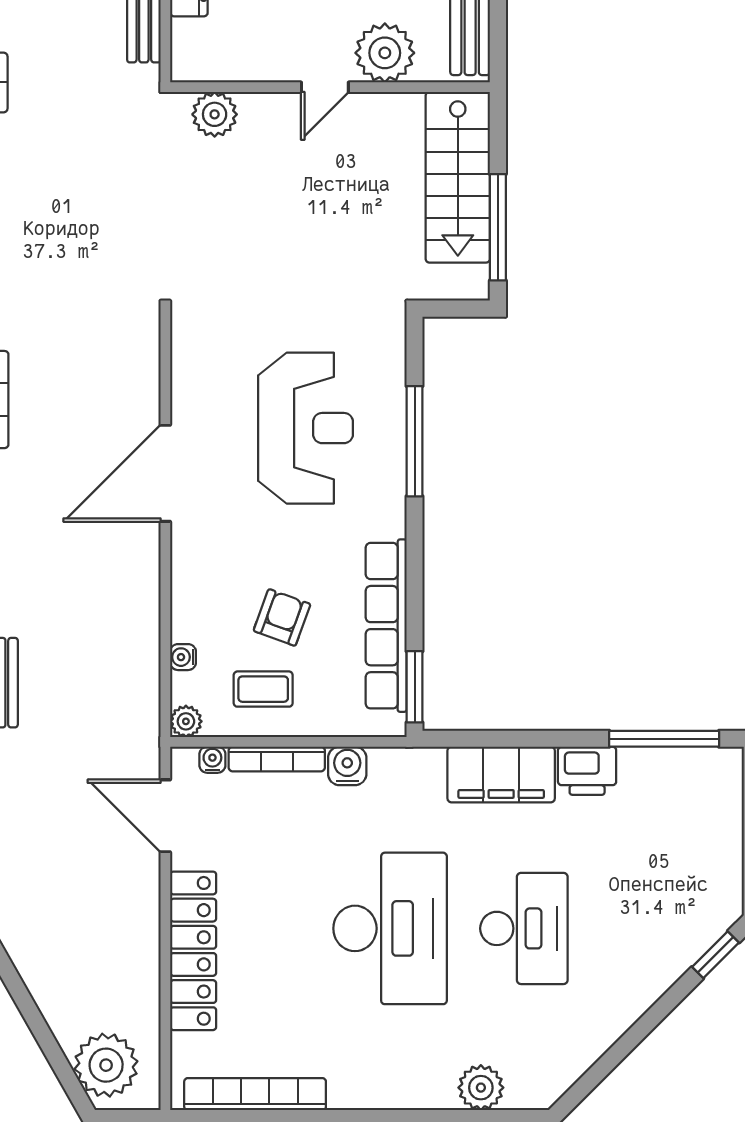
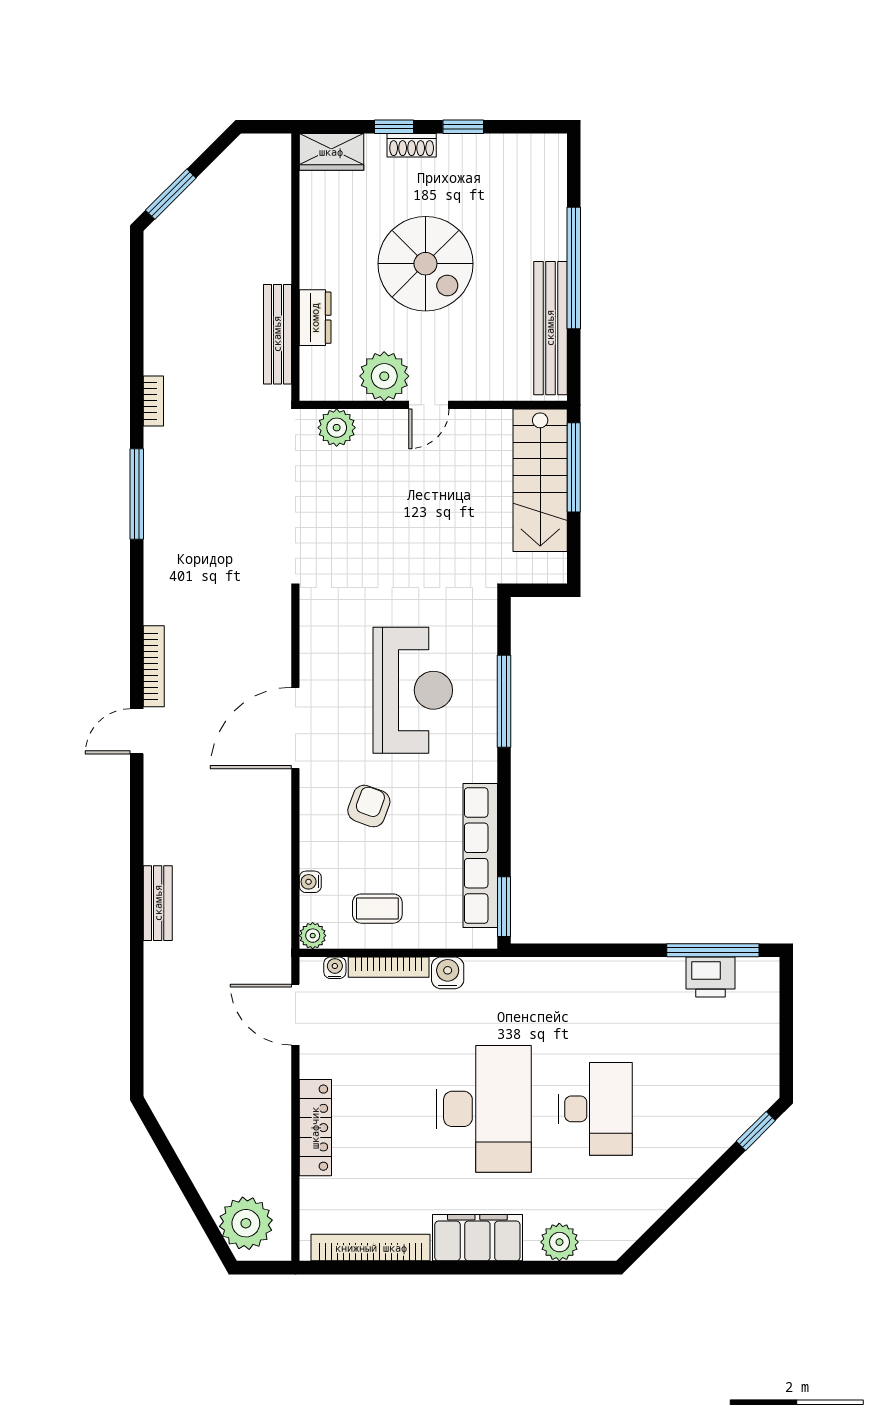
plant: (385, 53) -> (384, 376), moved
window: (498, 227) -> (574, 467), moved
armchair: (282, 617) -> (369, 806), moved
printer: (587, 771) -> (710, 977), moved
filing cabinet: (501, 775) -> (477, 1238), moved, turned 180
locker: (193, 951) -> (315, 1128), width x0.71, depth x0.83

